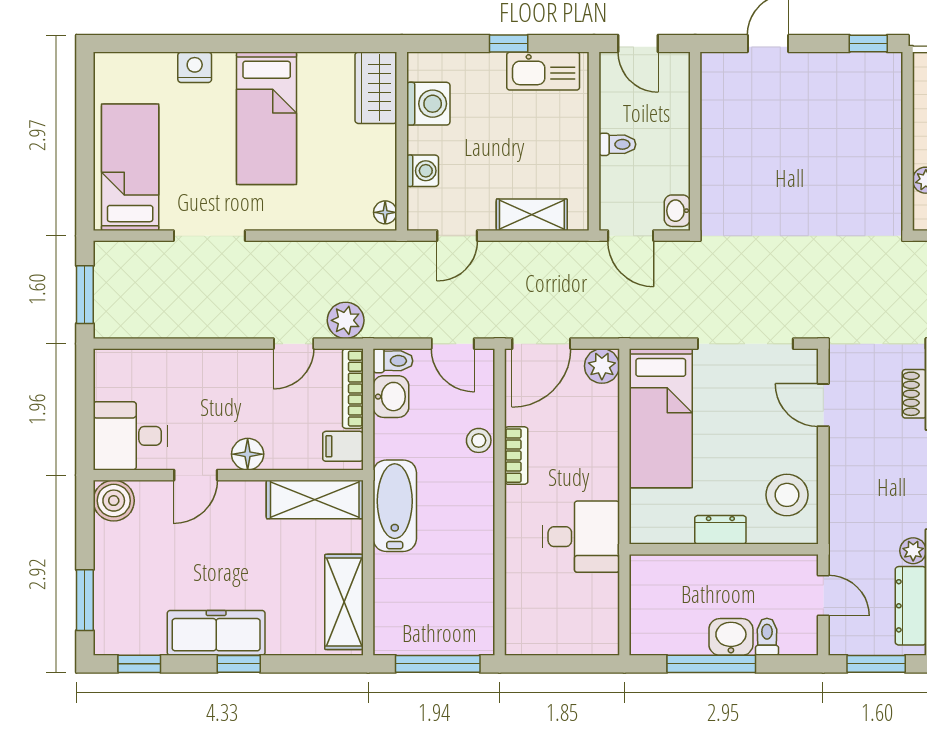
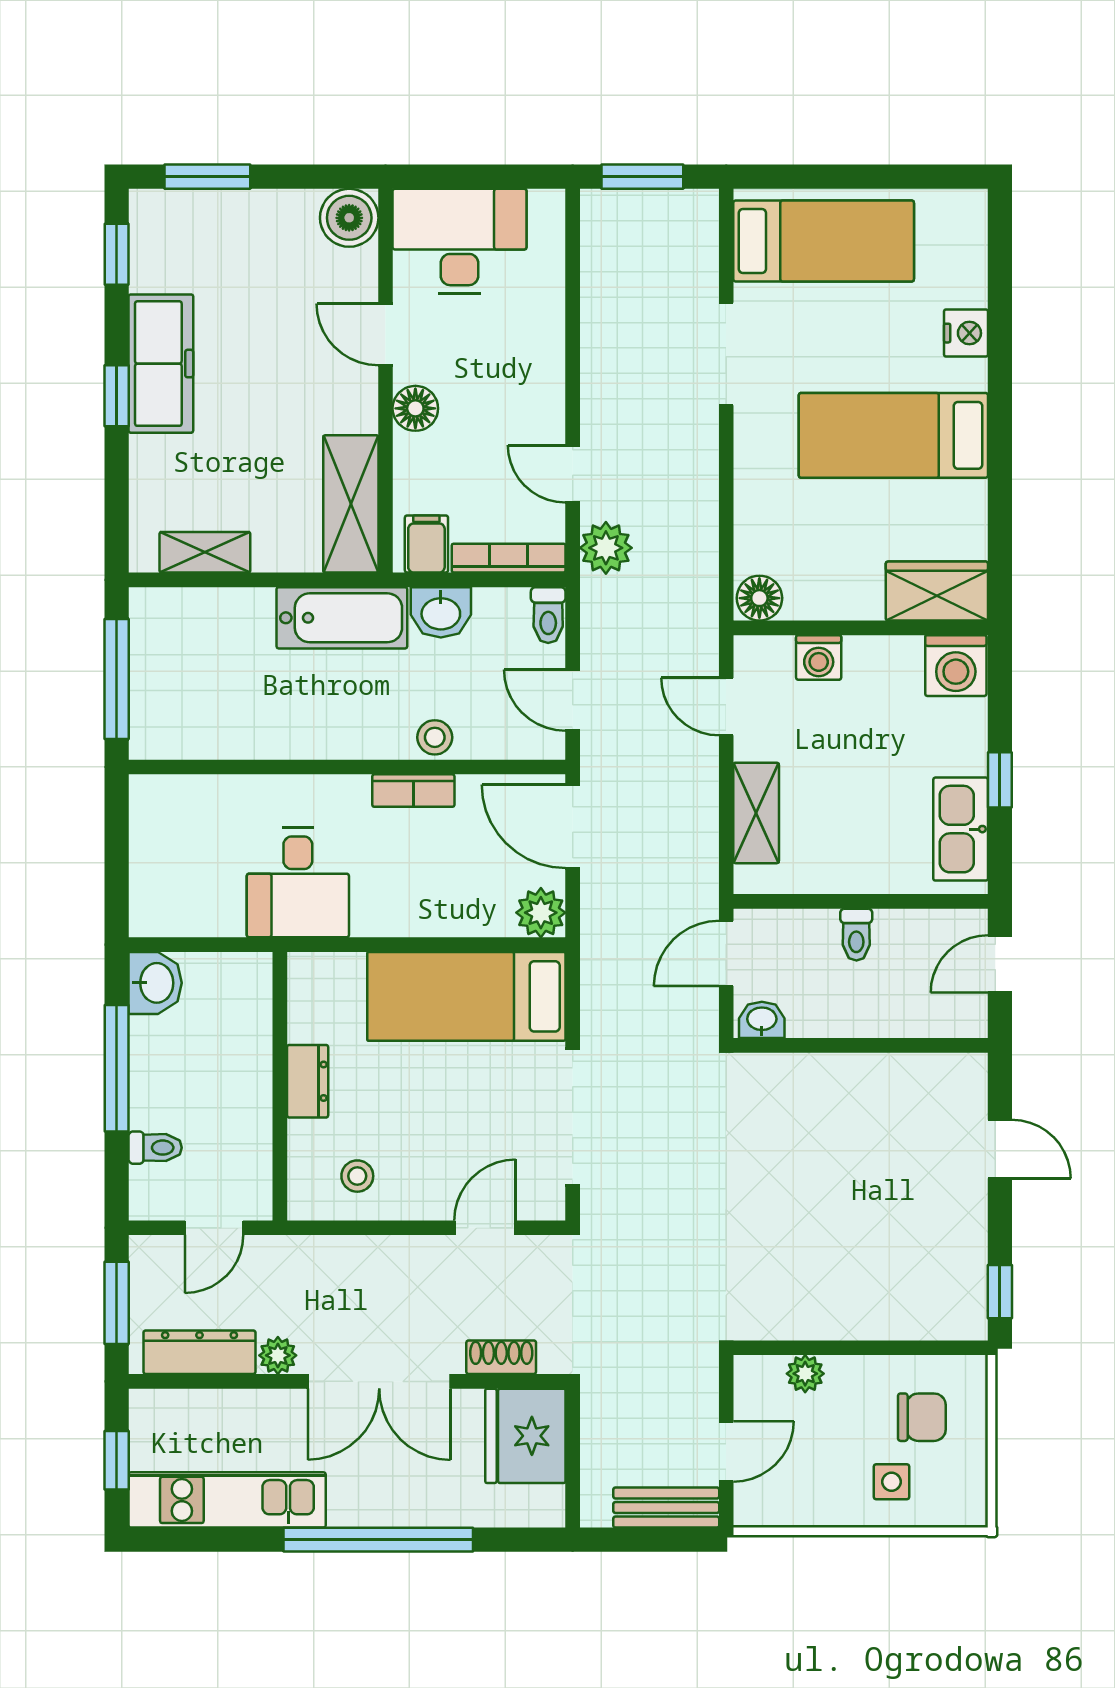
washing machine: (428, 104) -> (956, 666), moved
floor lamp: (385, 212) -> (759, 598), width x1.37, depth x1.37
door: (453, 344) -> (573, 700), hinge flipped
washbasin: (391, 397) -> (441, 612), moved
desk: (130, 436) -> (459, 241), width x1.37
stool: (787, 495) -> (357, 1176), width x0.53, depth x0.53
shelving: (344, 602) -> (205, 552), width x0.67, depth x0.75
washbasin: (731, 637) -> (155, 983), moved

